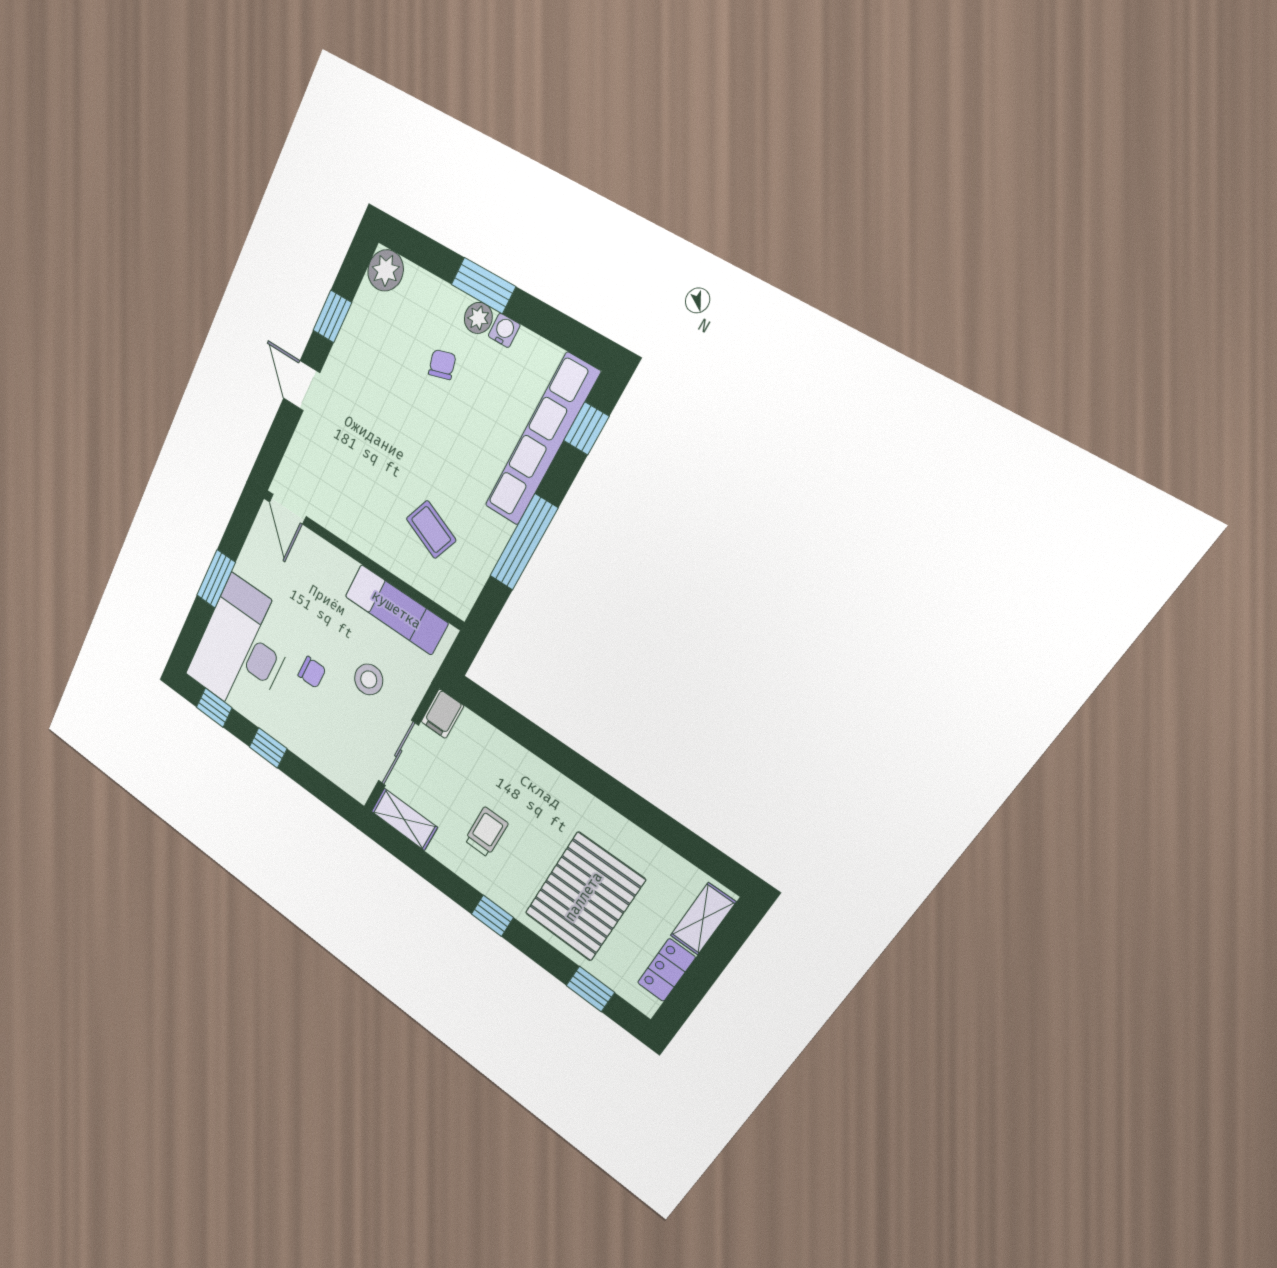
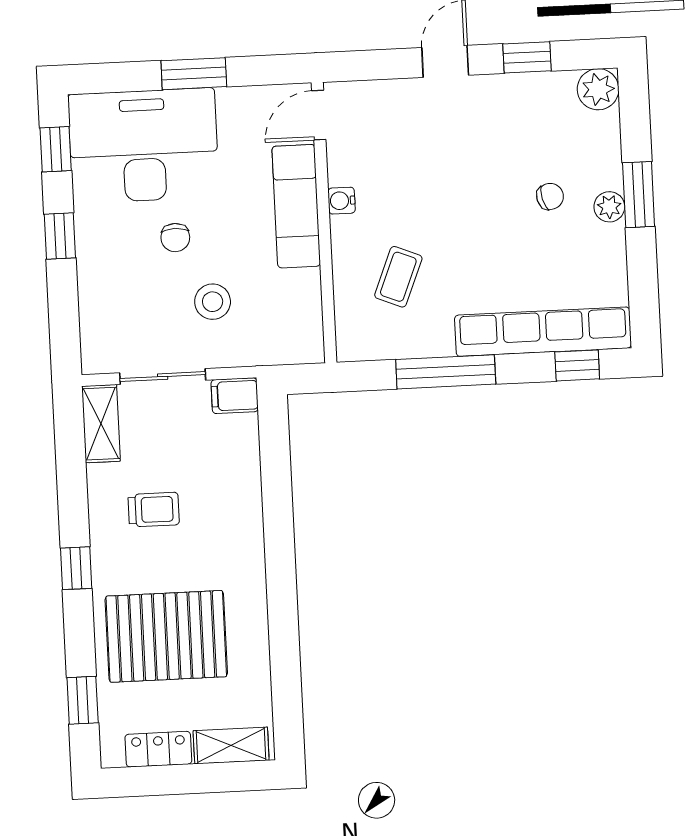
water cooler: (504, 330) -> (342, 201), moved, turned 180
exam couch: (396, 610) -> (296, 206), moved

